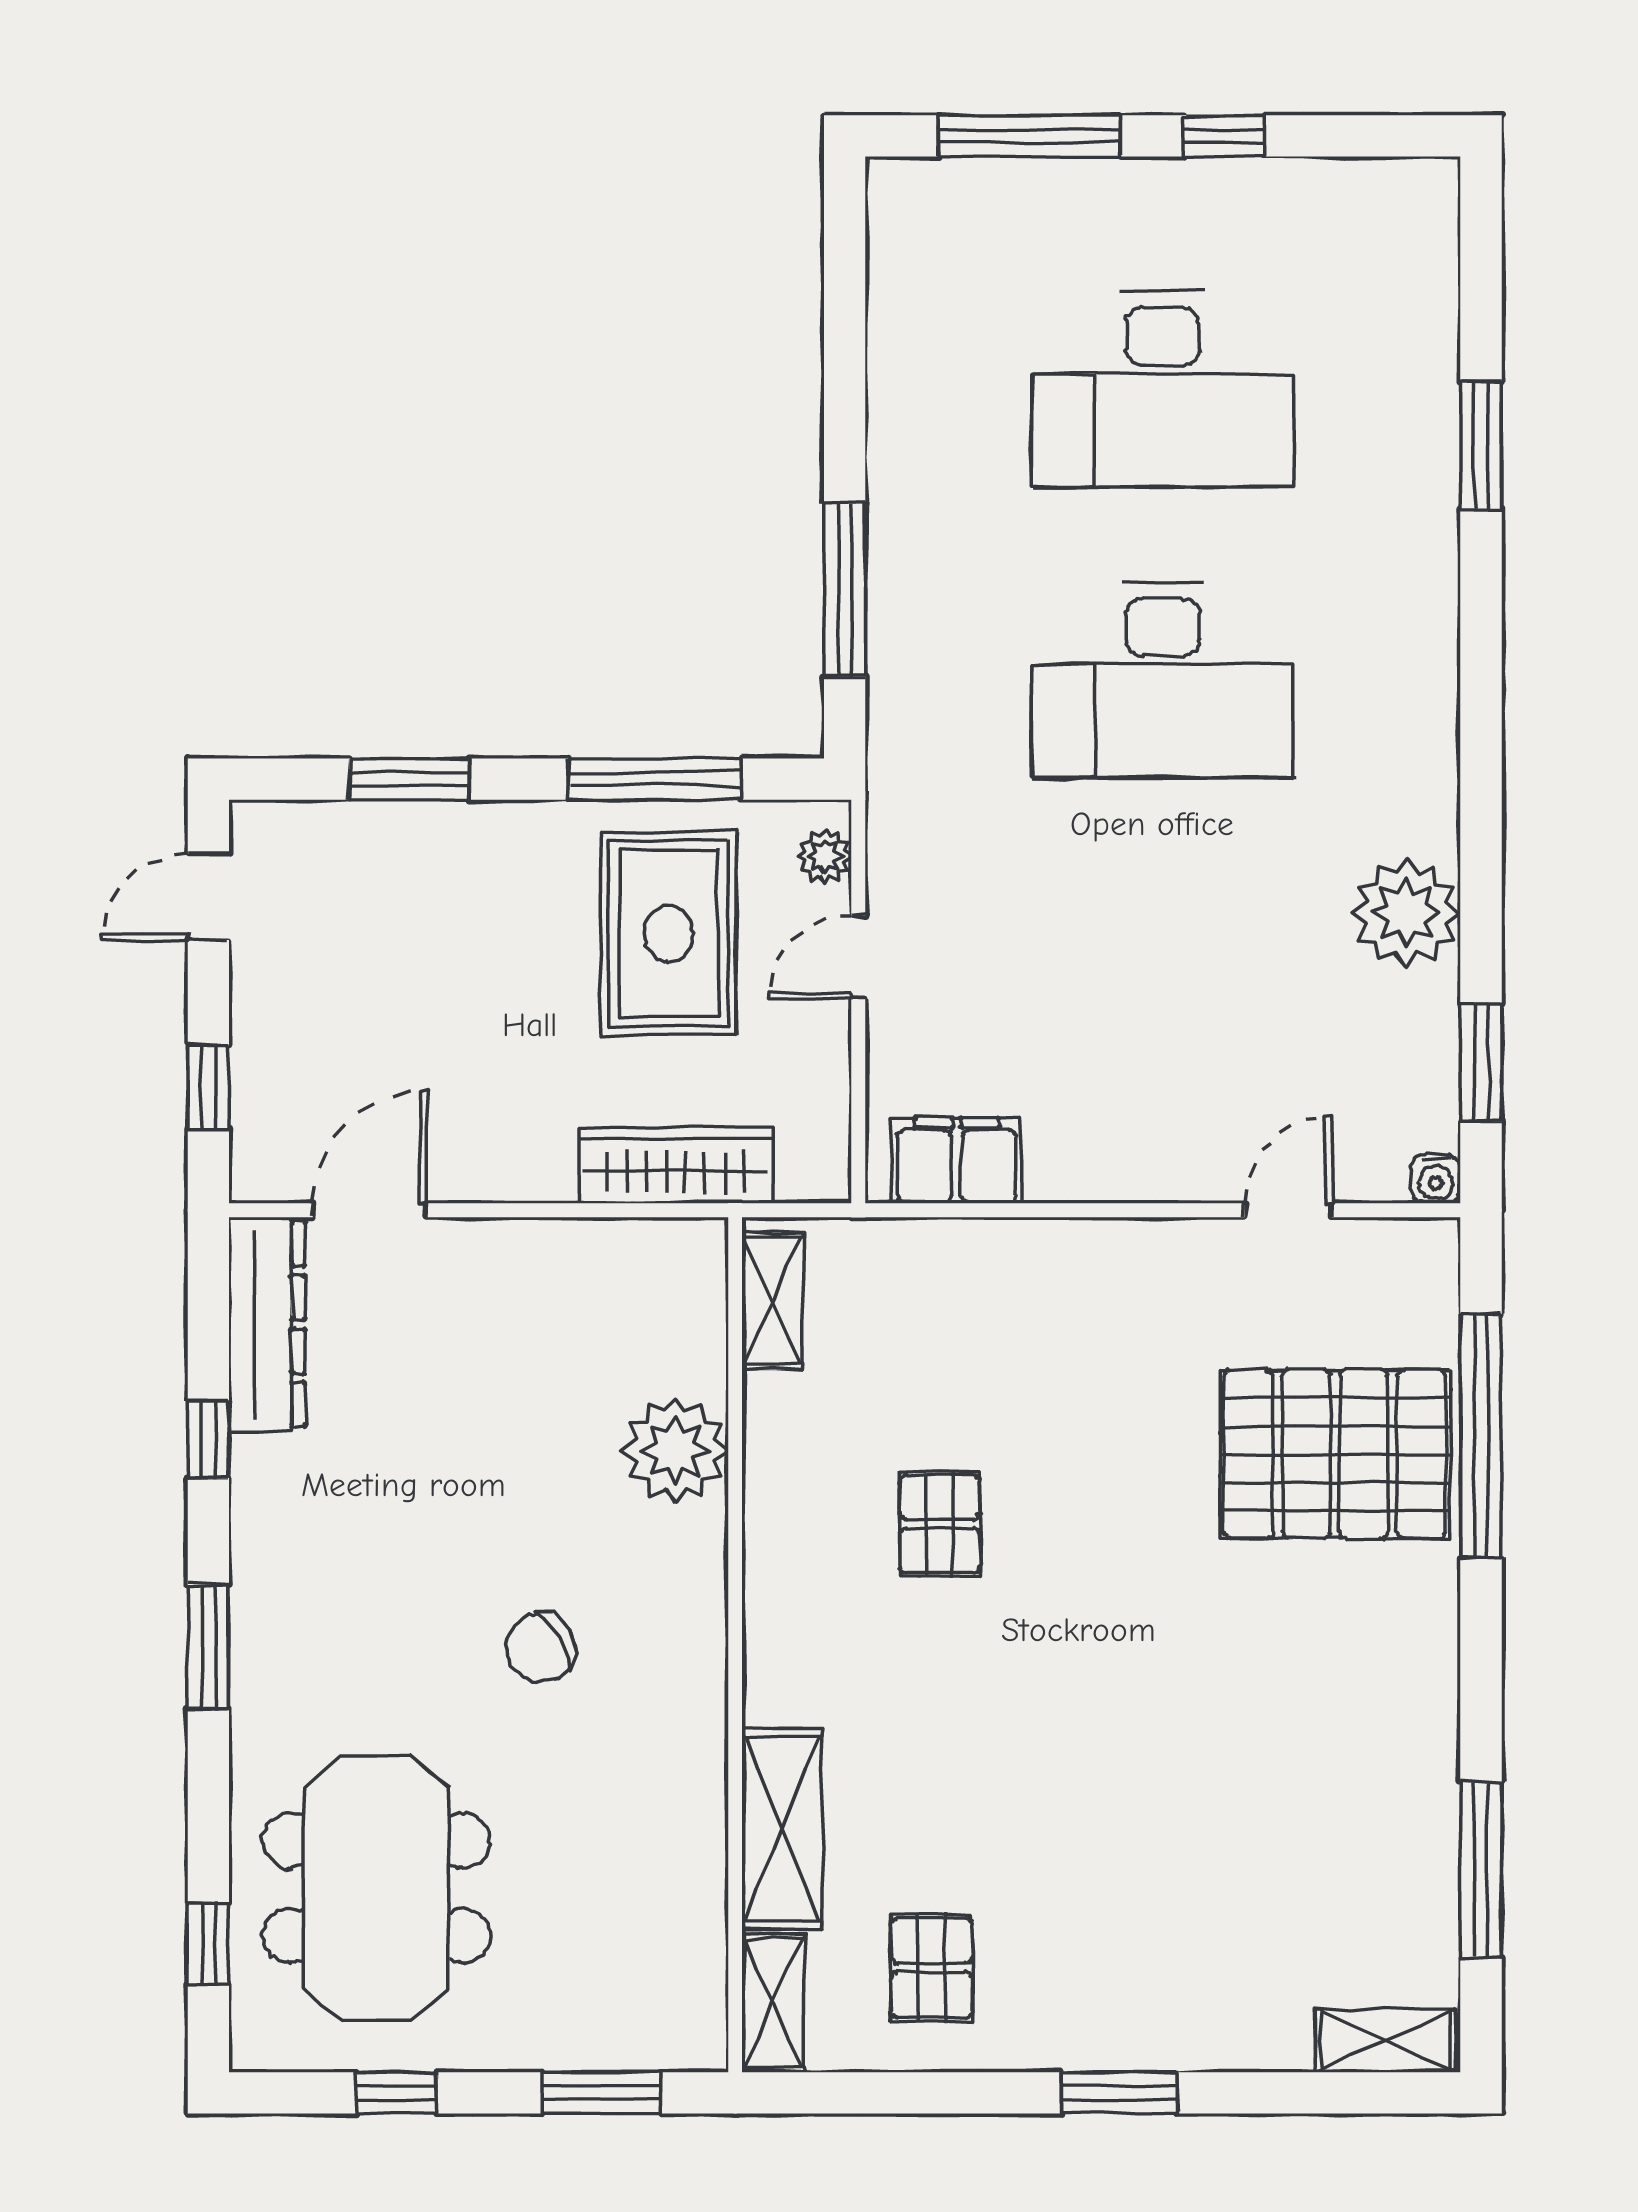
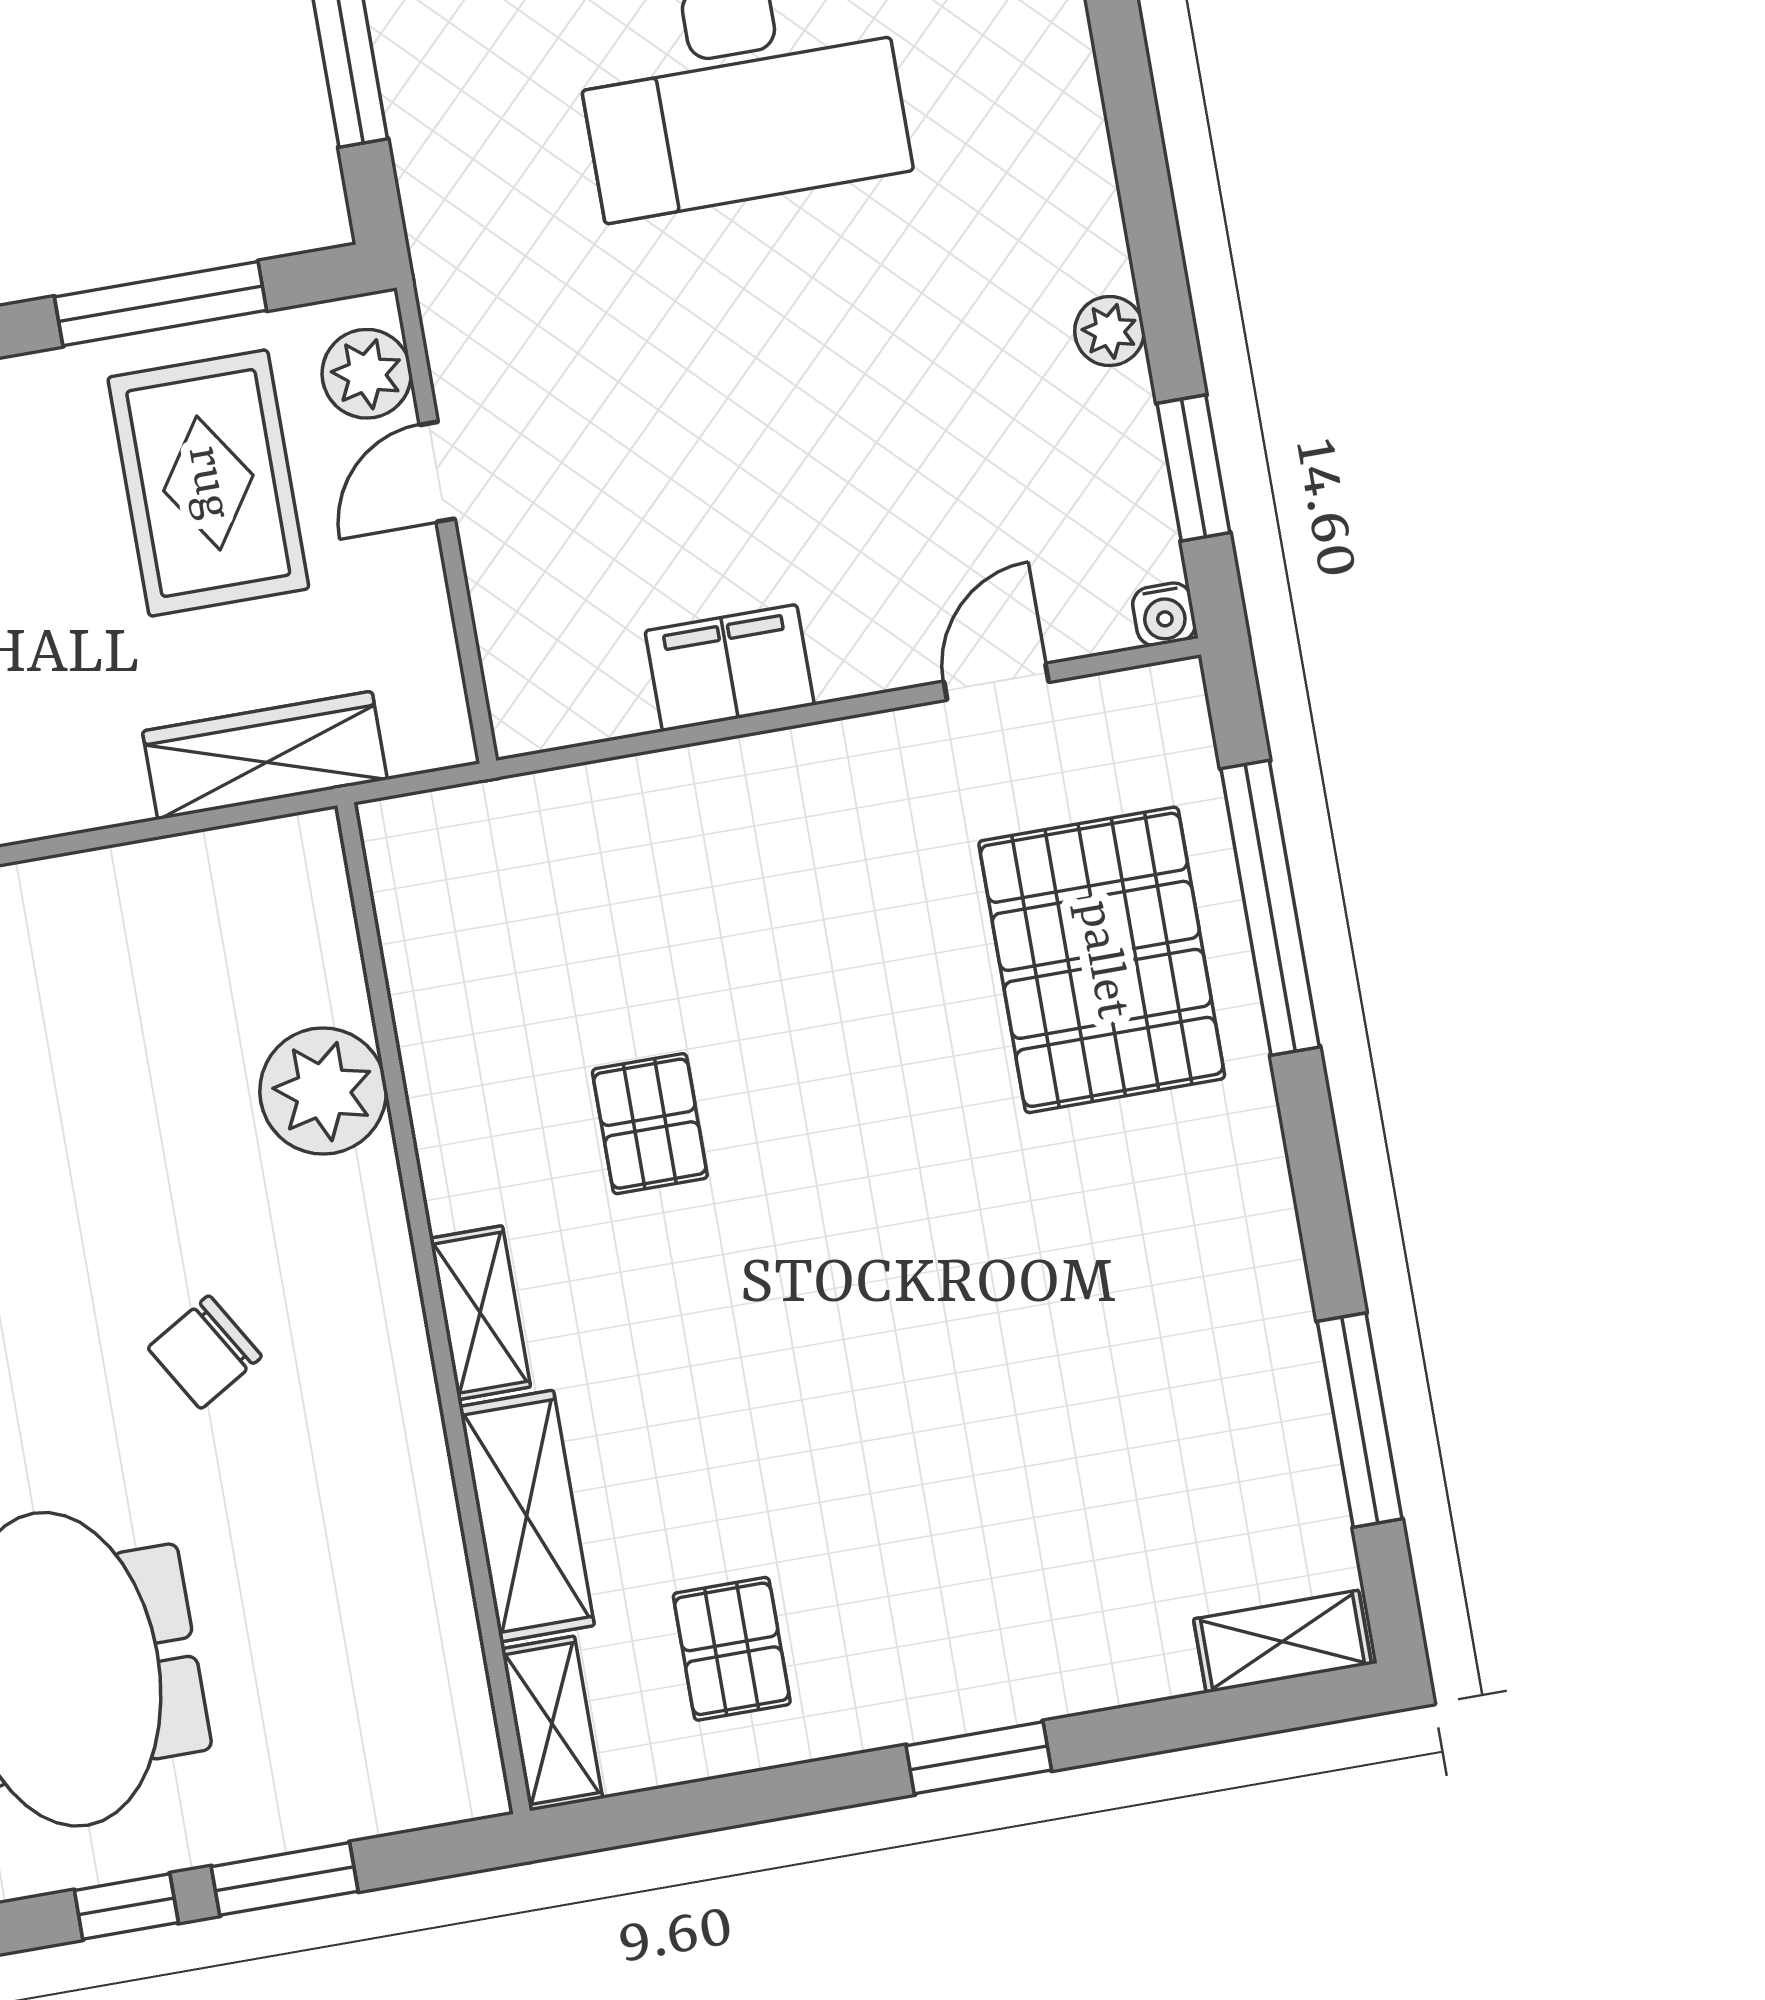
plant: (824, 856) -> (367, 374), width x1.38, depth x1.38
plant: (1406, 913) -> (1109, 331), width x0.53, depth x0.53
filing cabinet: (957, 1160) -> (730, 668), moved
shelving: (773, 1301) -> (480, 1313), moved
pallet: (1335, 1454) -> (1102, 960), turned 90
window: (601, 2093) -> (285, 1879), moved

